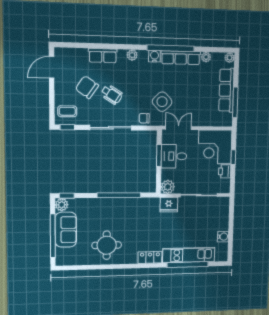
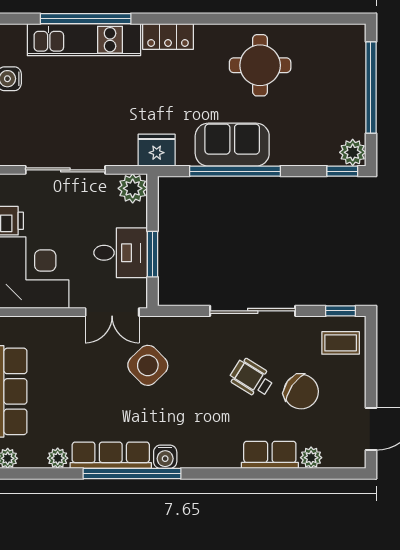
plant: (132, 55) -> (311, 458), moved
chair: (144, 118) -> (184, 331), removed
fridge: (169, 205) -> (157, 150), moved
sofa: (66, 230) -> (232, 145), moved, turned 90

